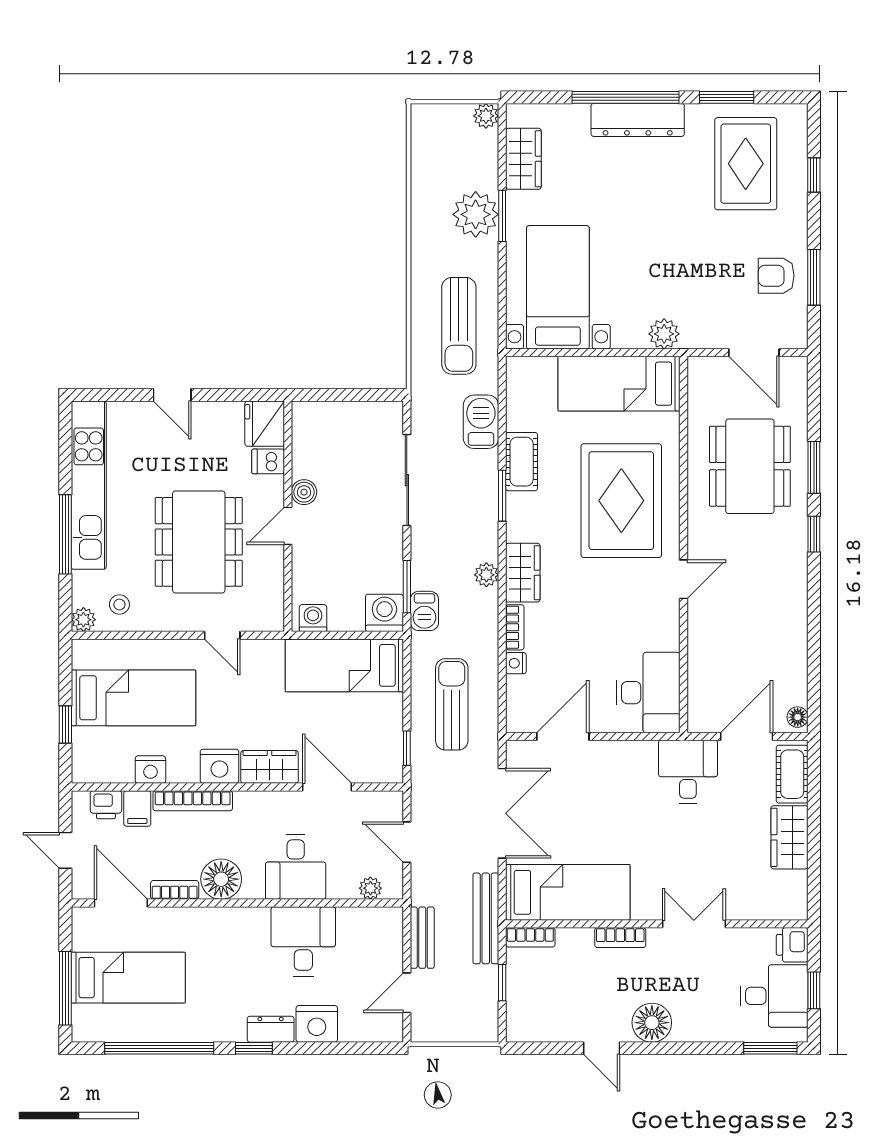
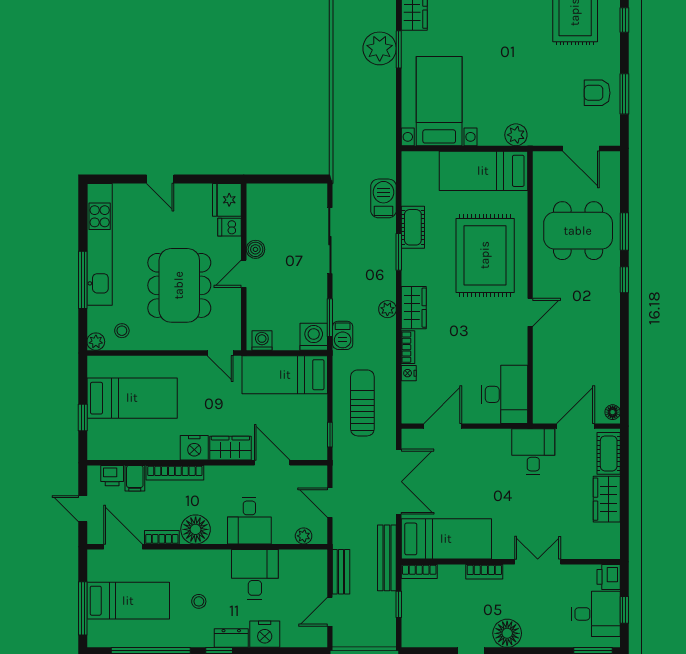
sun lounger: (459, 326) -> (368, 129), removed
dining table: (750, 466) -> (578, 231), turned 90
door: (222, 635) -> (220, 353), moved
nightstand: (150, 770) -> (144, 450), removed
stool: (226, 979) -> (199, 601), added

